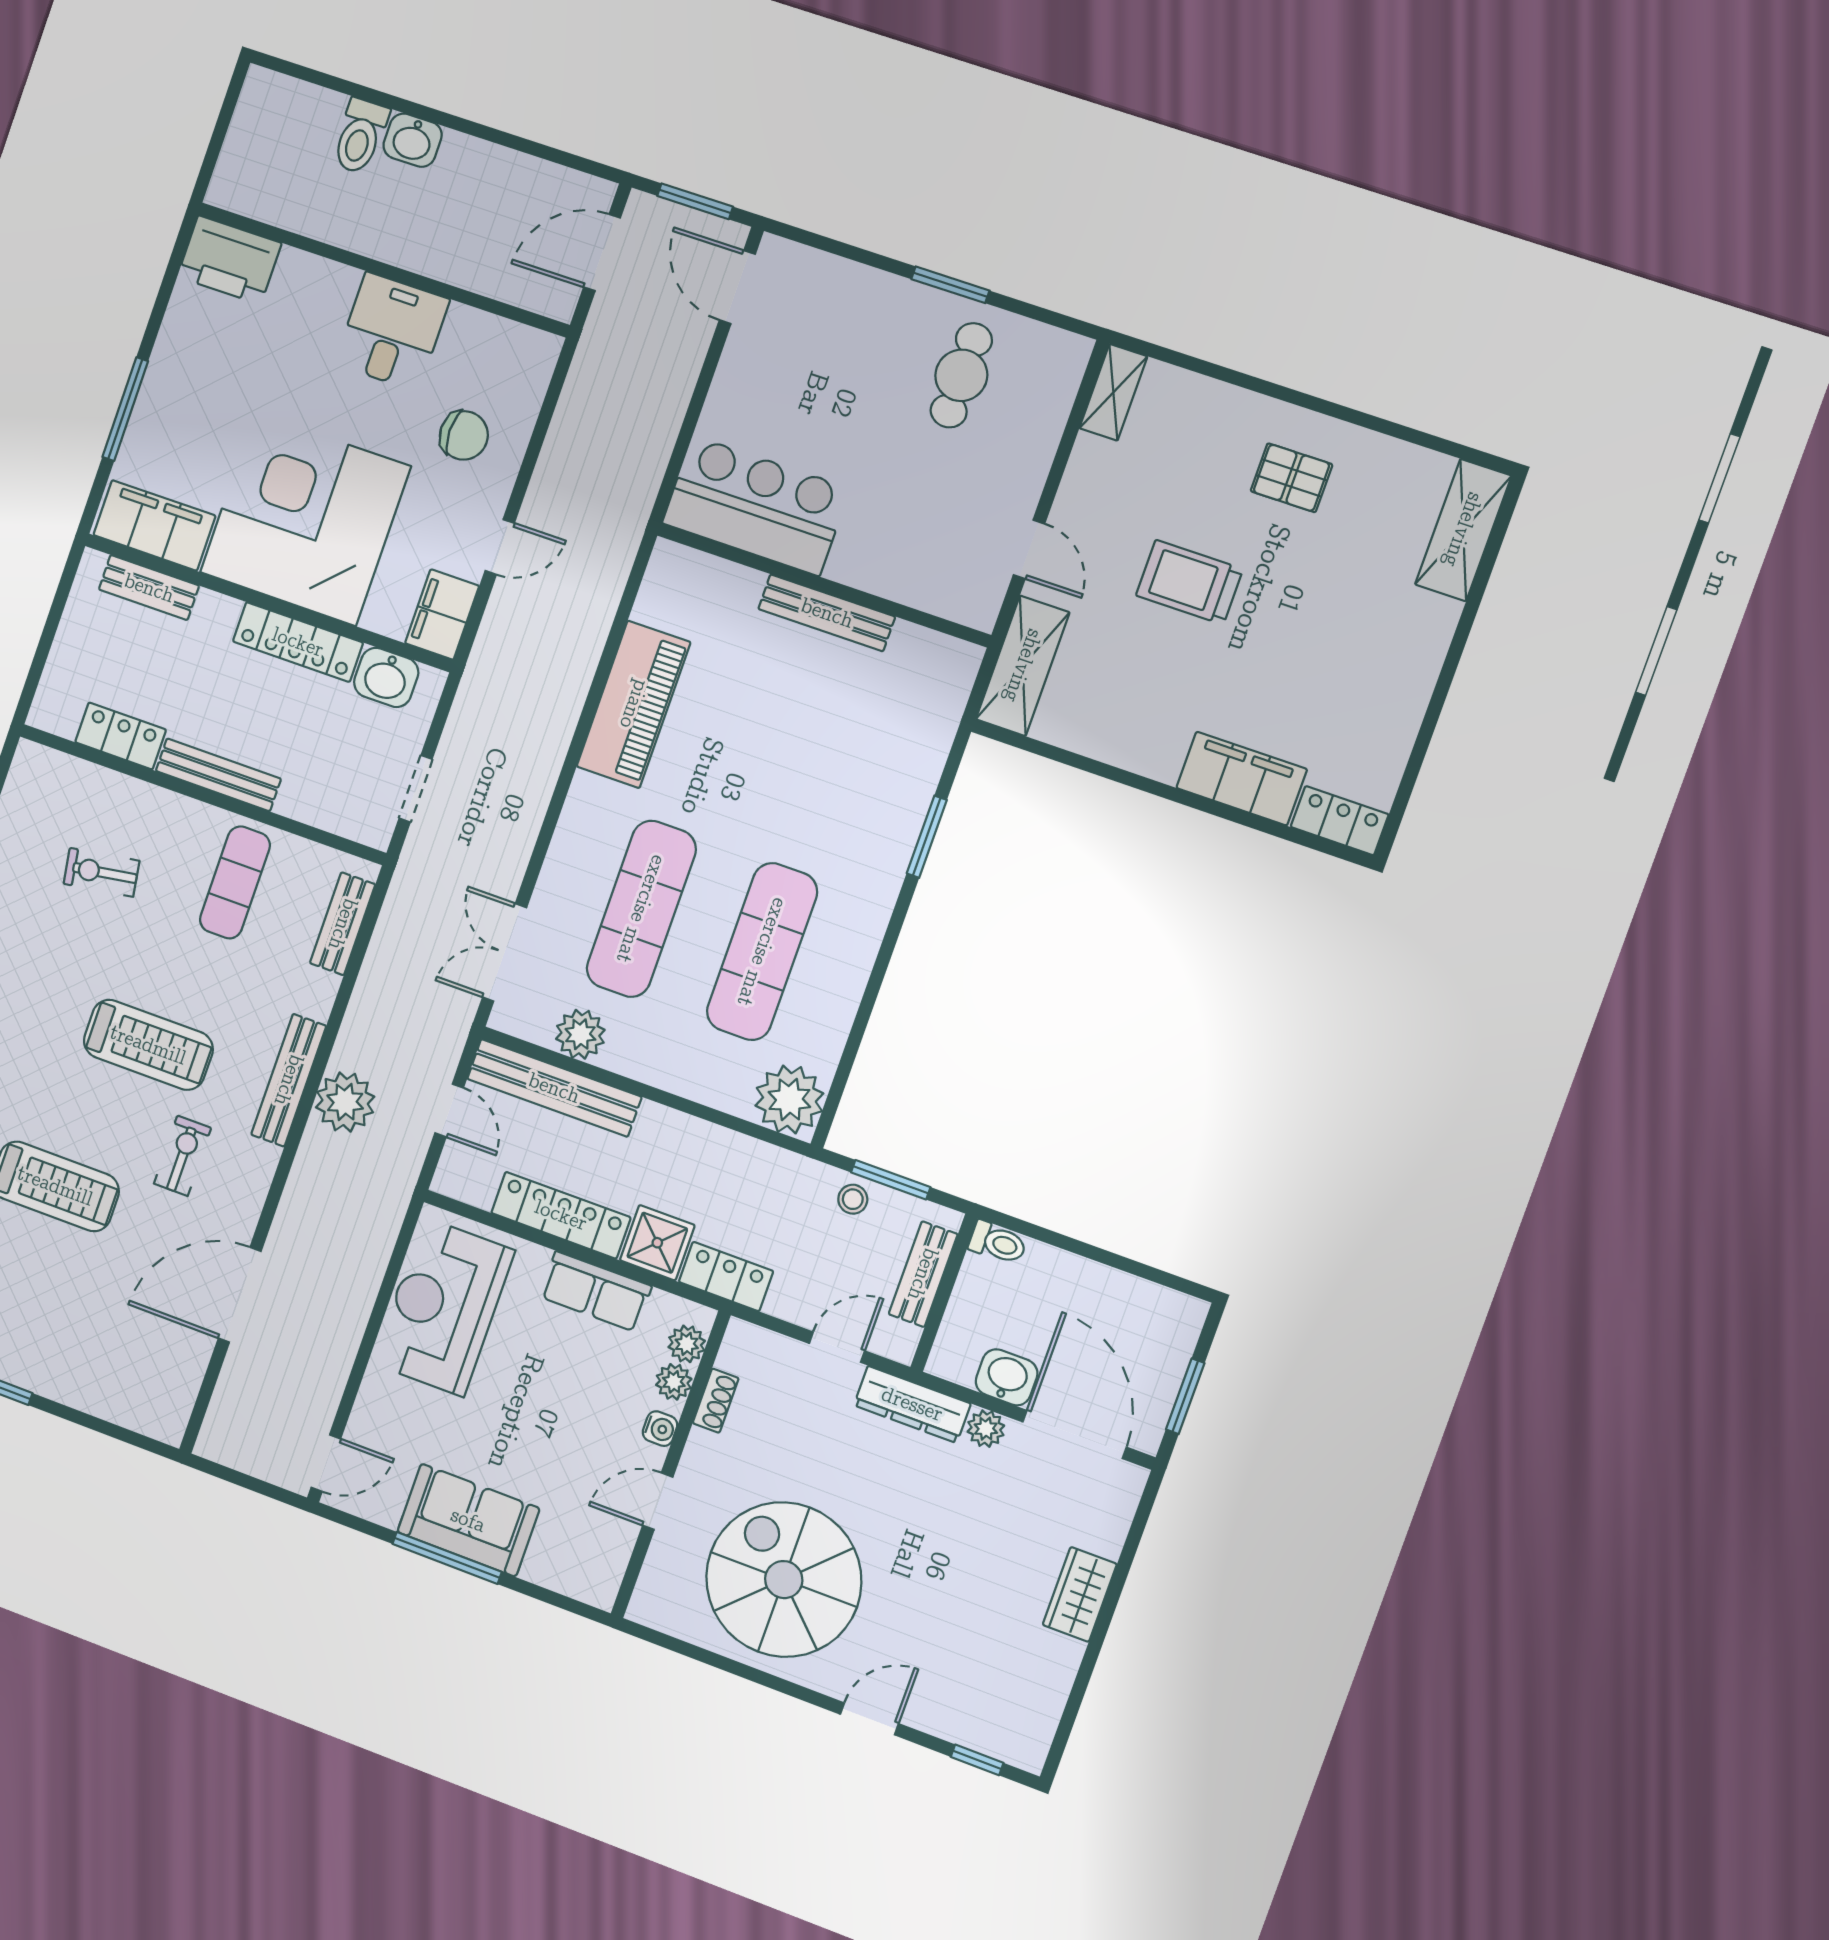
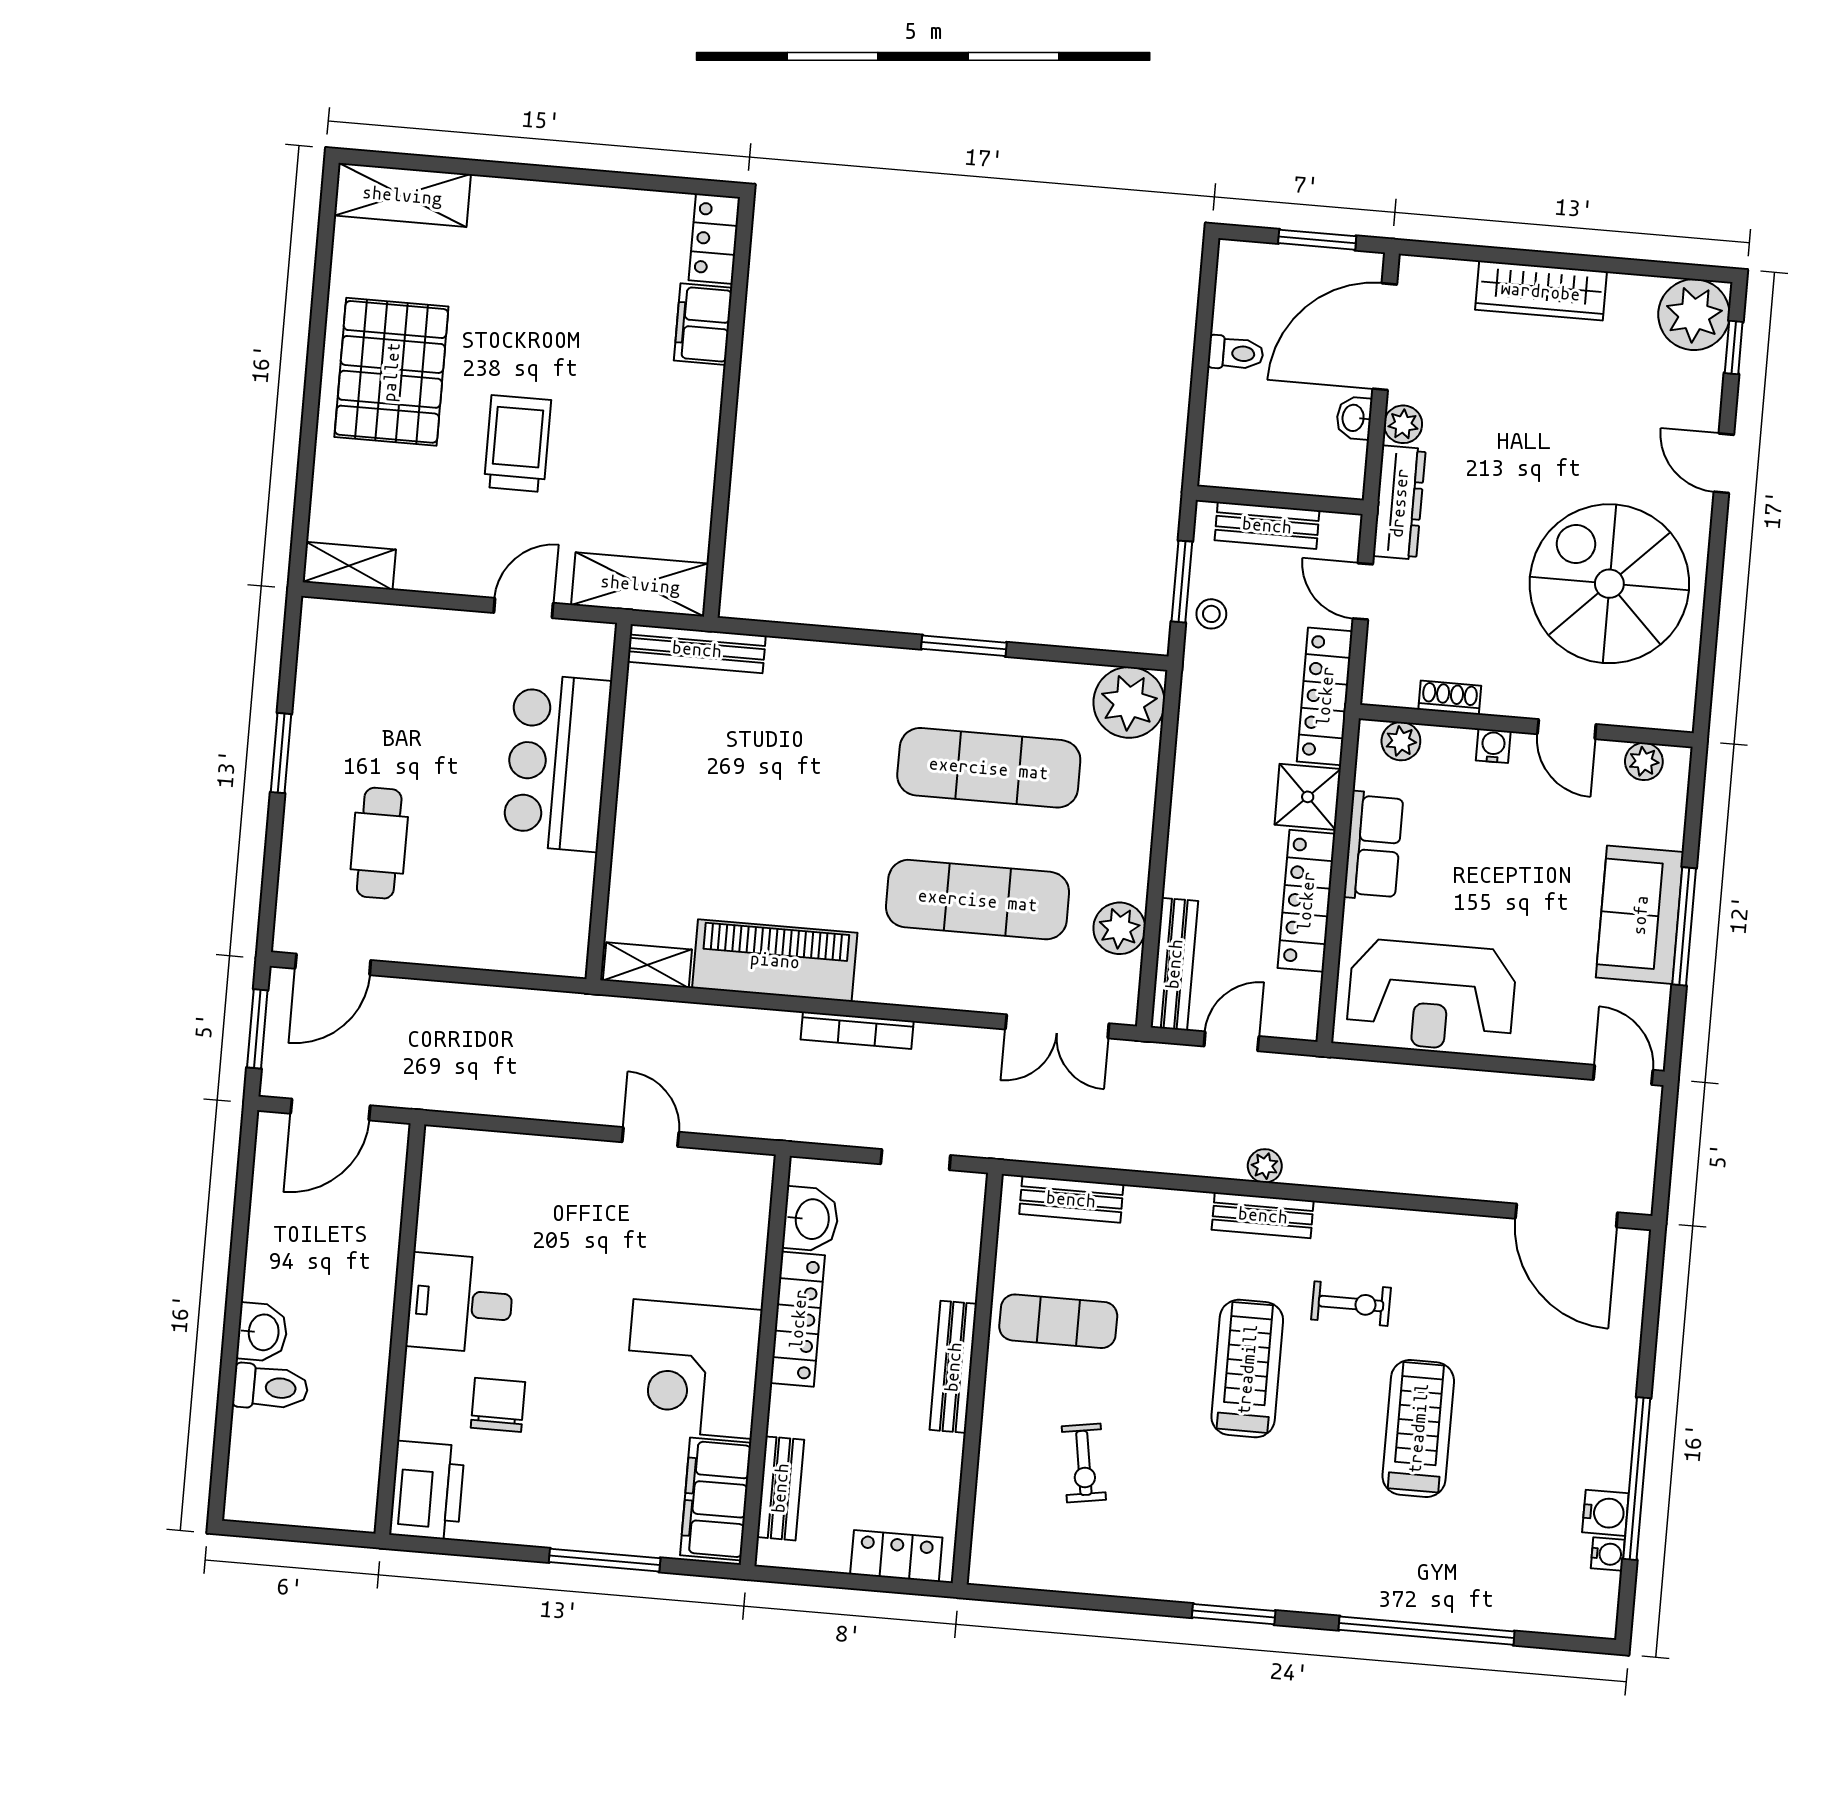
door: (602, 253) -> (330, 1109), hinge flipped
cafe table: (961, 375) -> (379, 843), moved, turned 90
chair: (464, 435) -> (498, 1405), moved
pallet: (1291, 478) -> (391, 372), width x2.05, depth x2.00
bar counter: (756, 506) -> (557, 763), moved
corner desk: (305, 519) -> (693, 1369), width x0.74, depth x0.74
trolley: (1189, 582) -> (517, 444), turned 180
shelving: (660, 584) -> (647, 965), added
bench: (827, 613) -> (697, 649), moved, turned 90
filing cabinet: (442, 615) -> (733, 1178), removed
locker: (121, 736) -> (896, 1556), moved, turned 90
bookcase: (549, 765) -> (857, 1030), added
filing cabinet: (1242, 779) -> (703, 324), width x0.67, depth x0.86
window: (927, 837) -> (964, 646), moved
bench: (289, 1080) -> (1263, 1215), width x0.73
bench: (554, 1088) -> (1174, 964), width x0.73, depth x0.82
plant: (345, 1102) -> (1265, 1166), width x0.53, depth x0.53
exercise bike: (183, 1156) -> (1351, 1304), turned 180
toilet: (998, 1243) -> (1236, 353), moved, turned 90
locker: (726, 1276) -> (1325, 696), width x1.53
door: (240, 1295) -> (1566, 1215), moved
washbasin: (1007, 1377) -> (1354, 418), width x0.72, depth x0.69
plant: (674, 1382) -> (1644, 761), moved
spiral stairs: (784, 1580) -> (1609, 584), turned 90
wardrobe: (1080, 1594) -> (1541, 291), width x1.50
plant: (1018, 1732) -> (1694, 315), added

